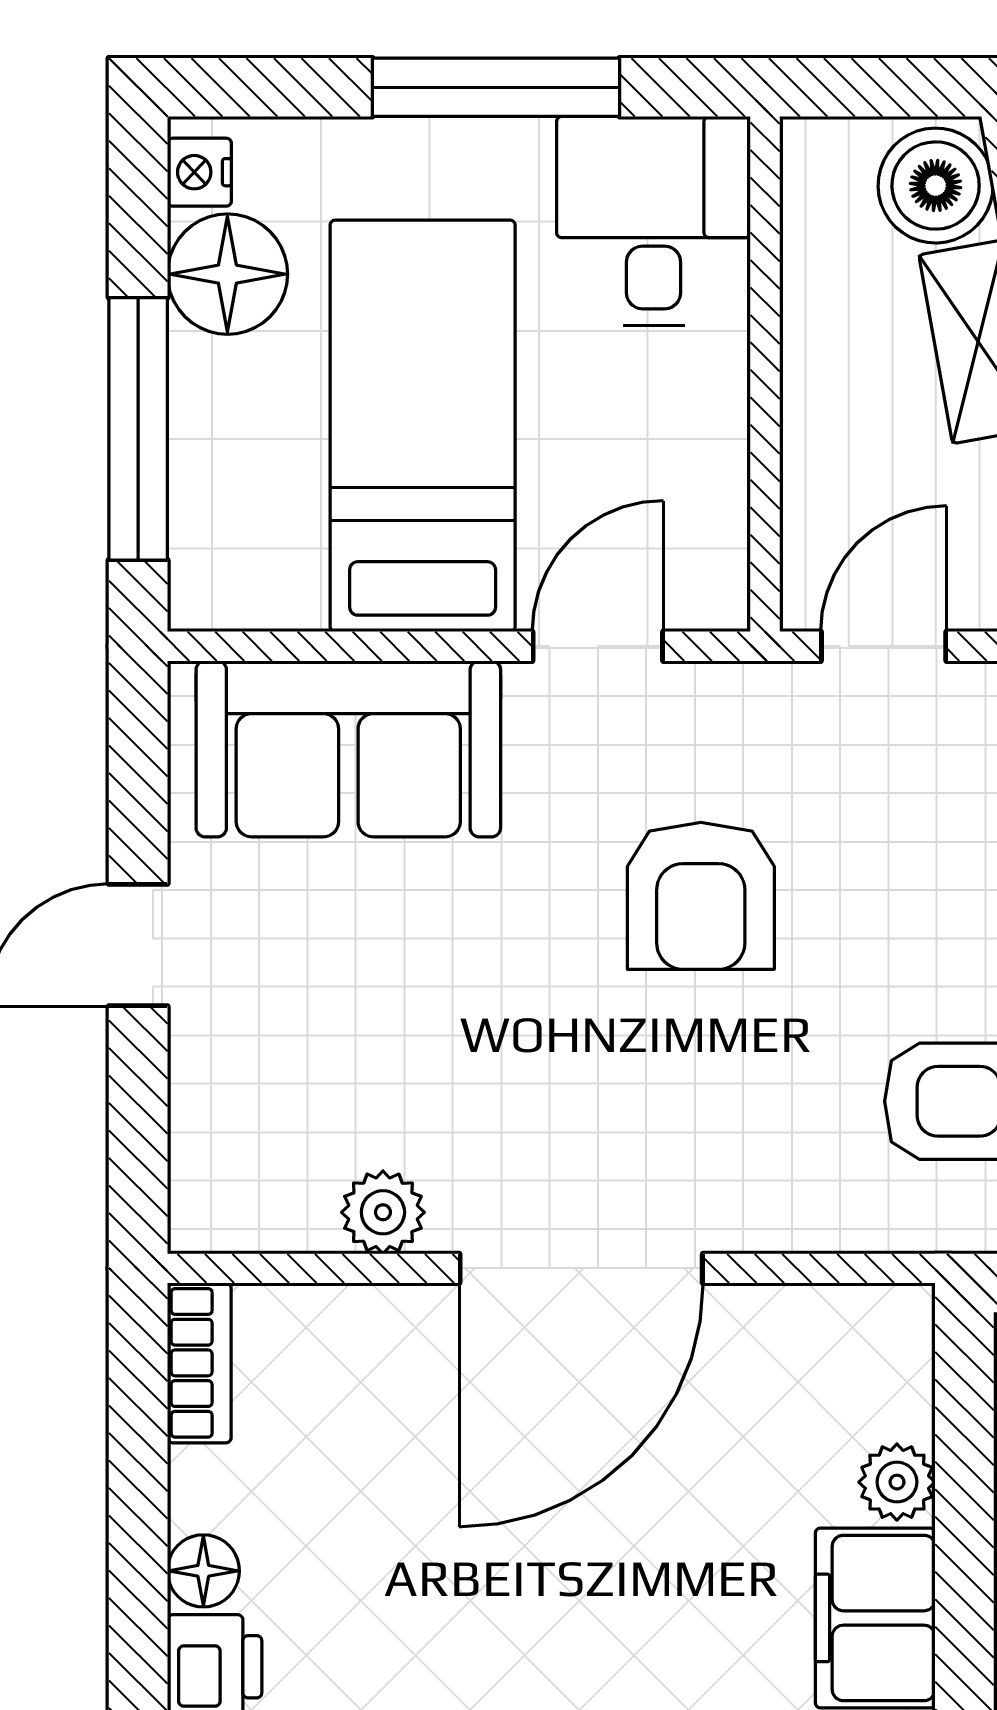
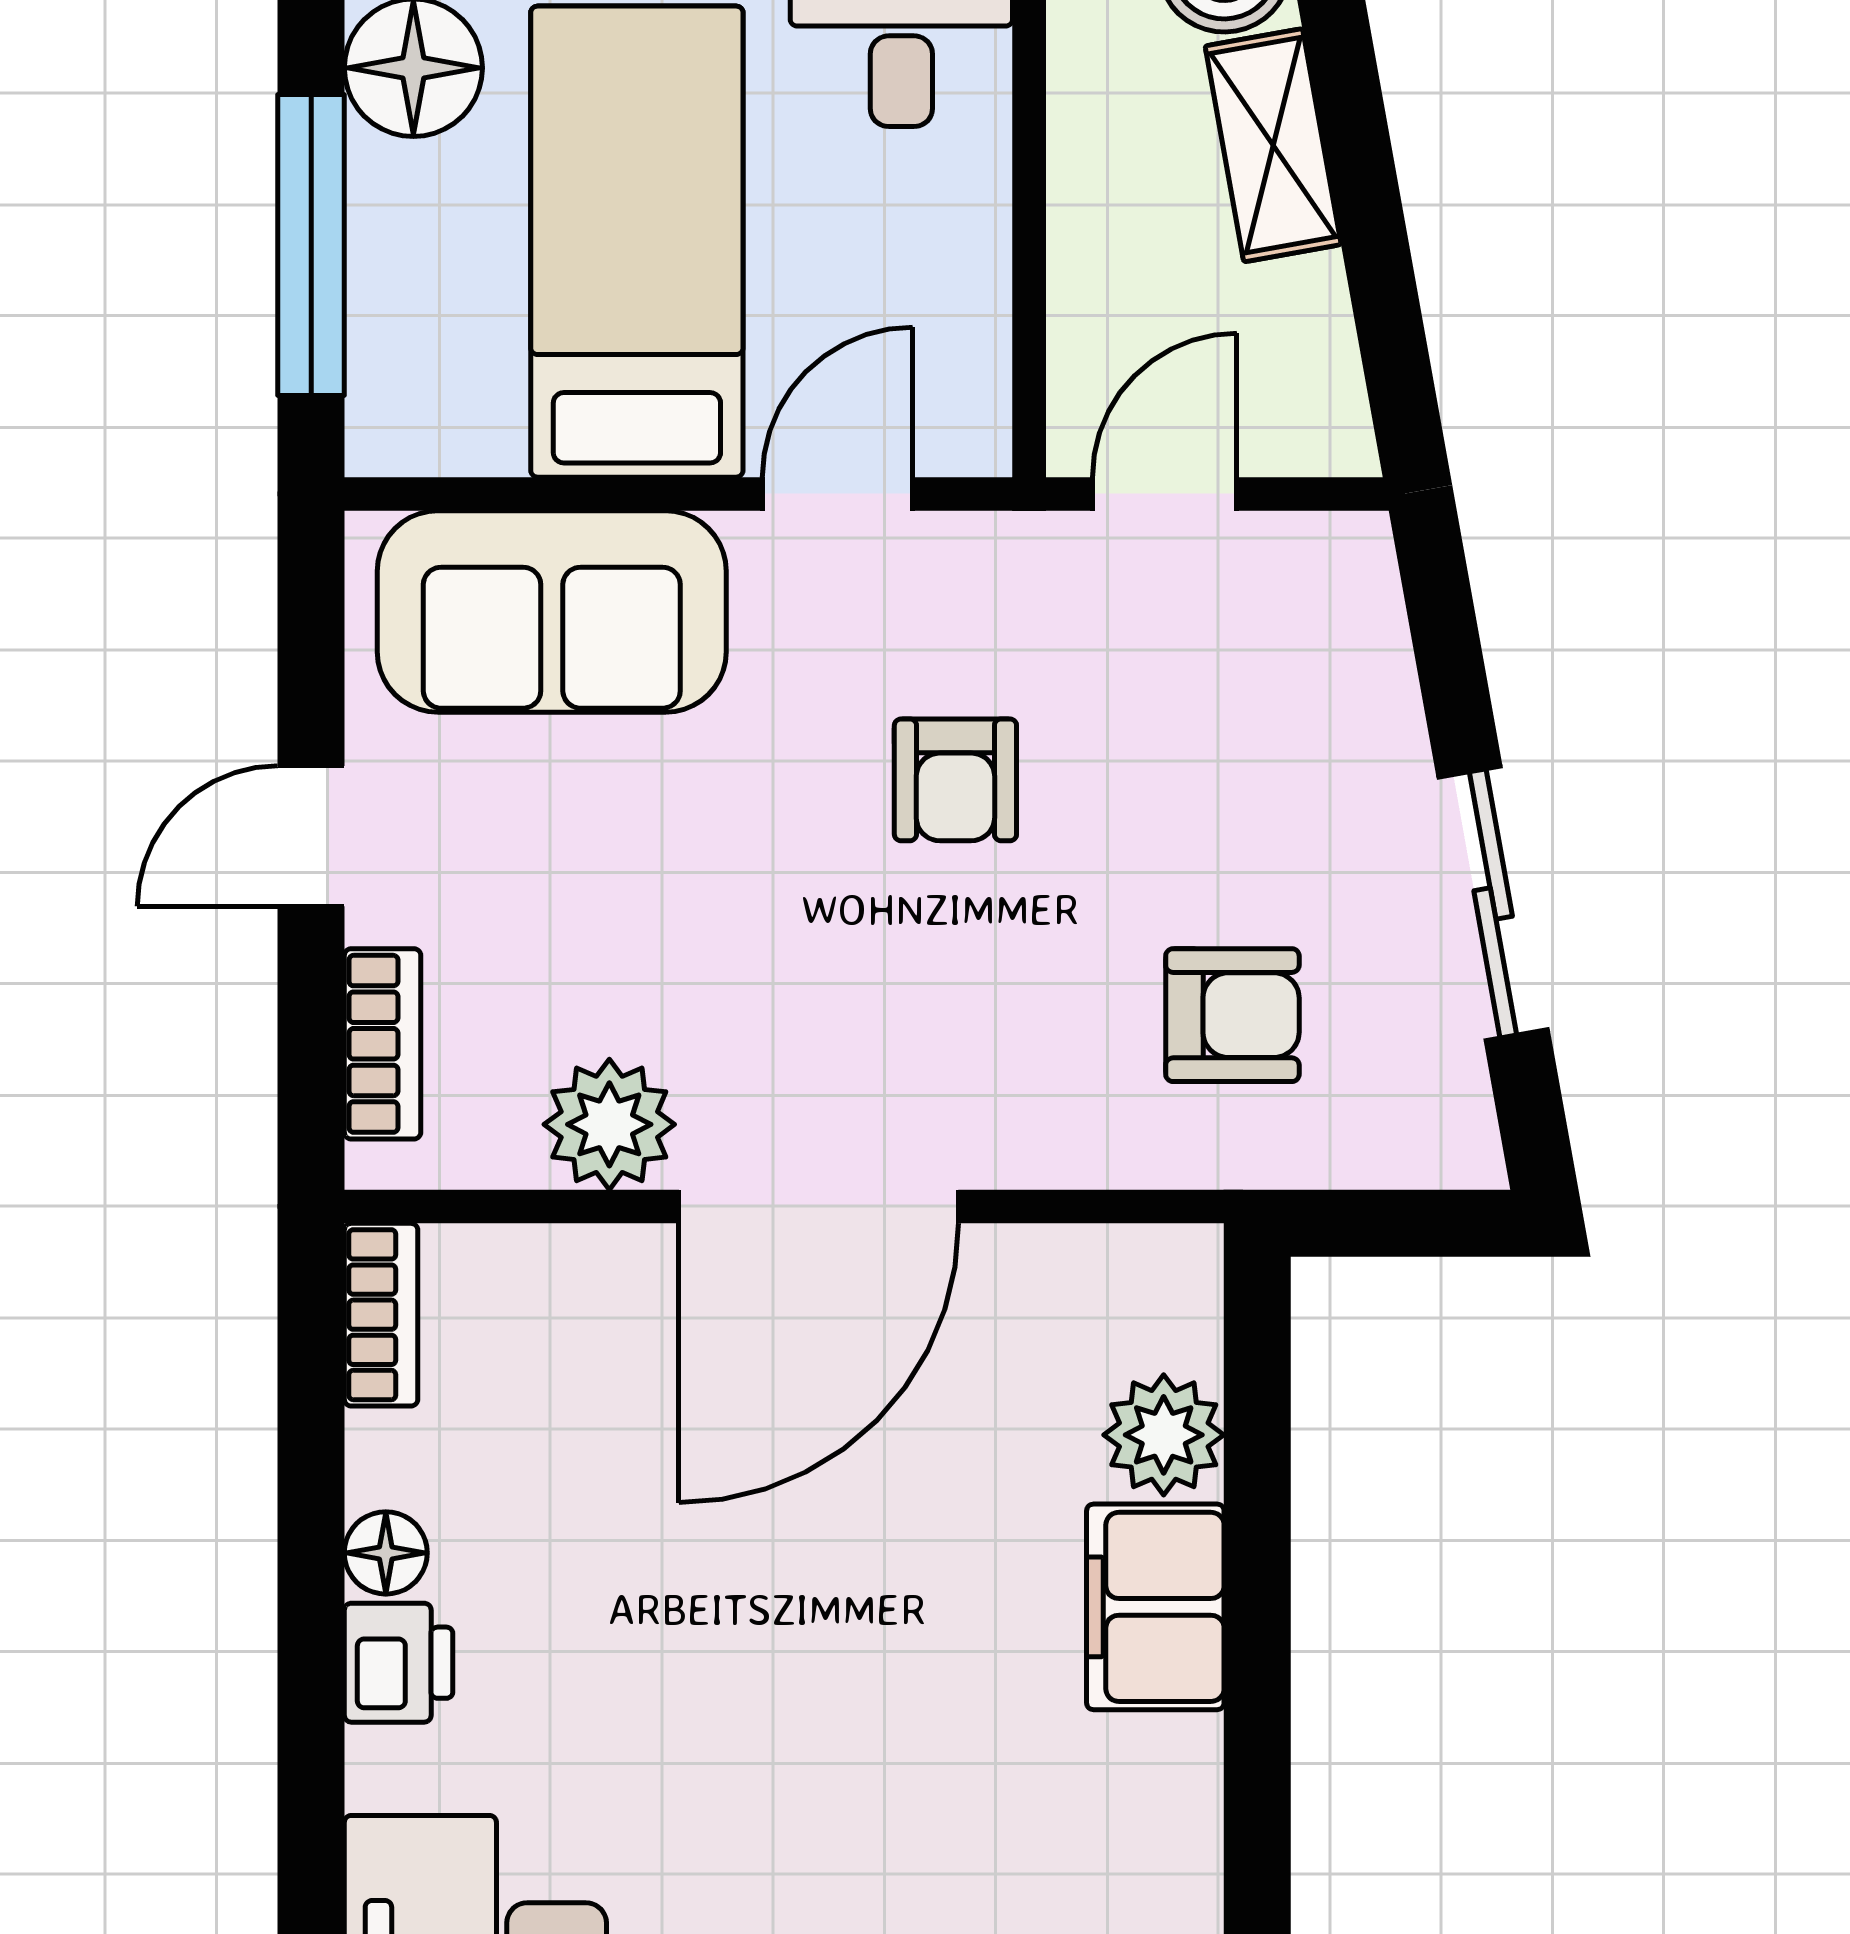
armchair: (701, 896) -> (955, 780), width x0.72, depth x0.72
bookcase: (201, 1126) -> (383, 1044), added
plant: (383, 1212) -> (609, 1124), width x1.38, depth x1.38
plant: (897, 1482) -> (1164, 1435), width x1.38, depth x1.38

